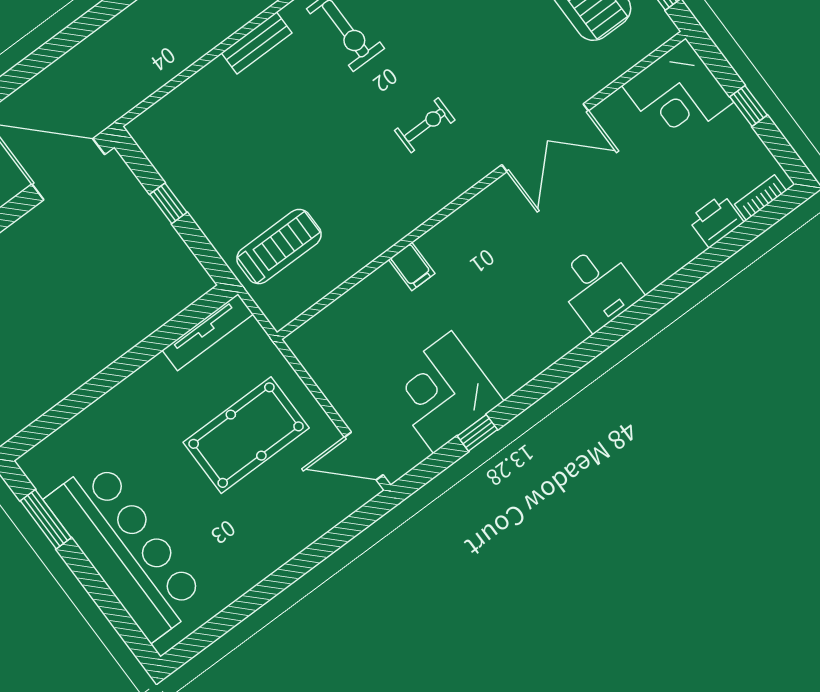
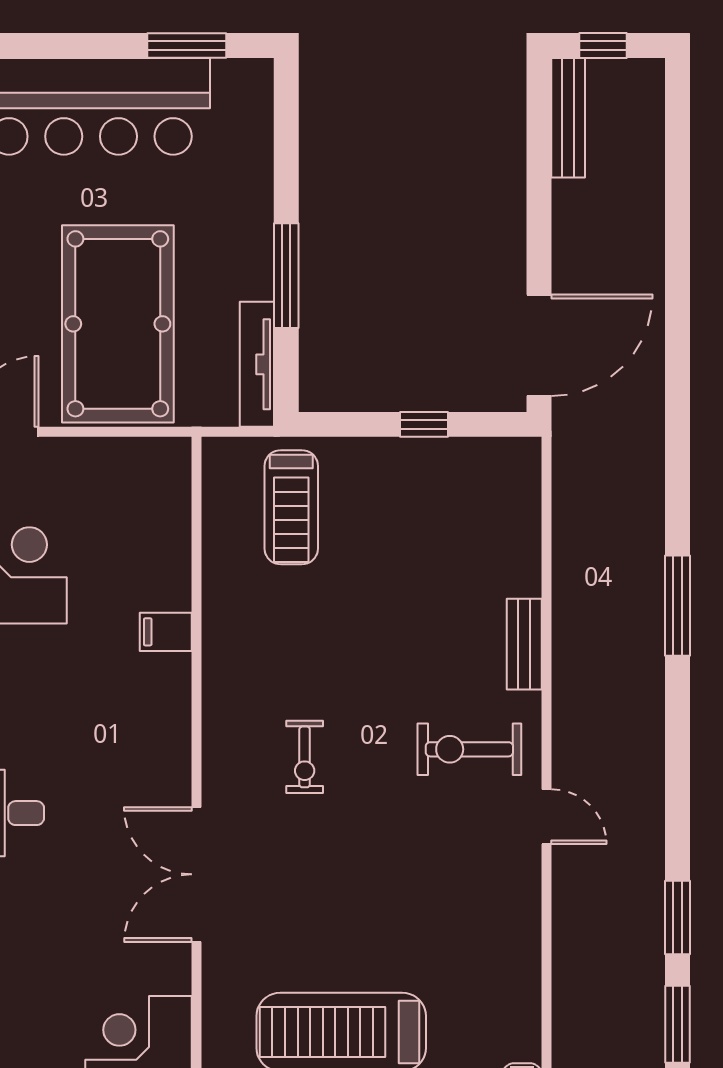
window: (140, 355) -> (286, 276), added
pool table: (246, 435) -> (118, 324), width x1.36, depth x1.32

